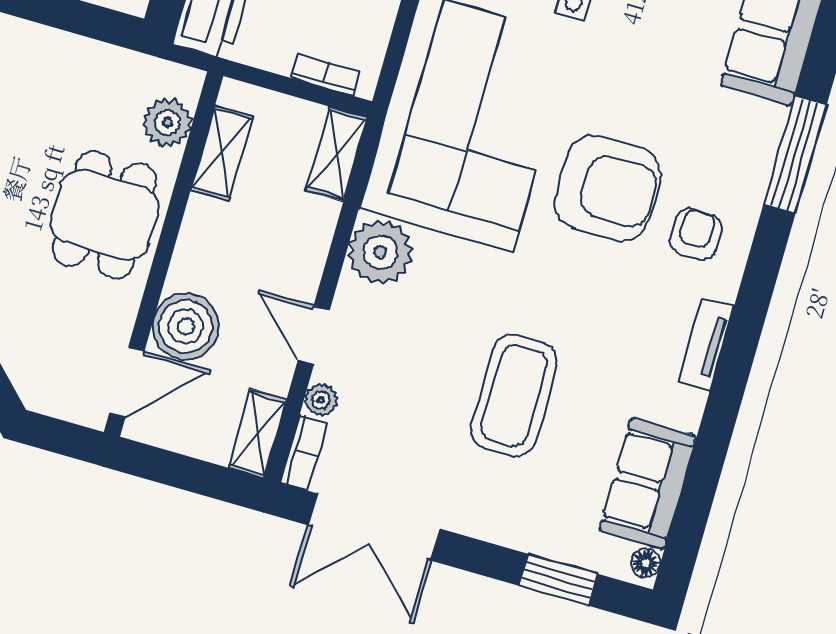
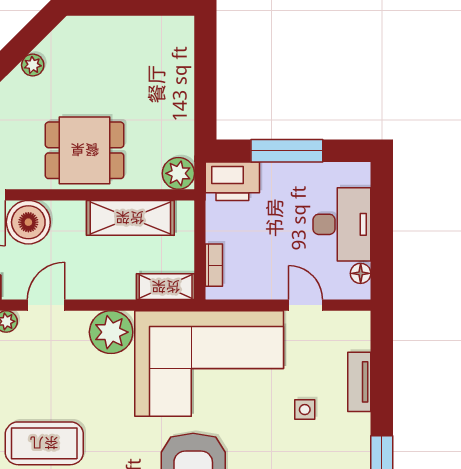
plant: (167, 122) -> (178, 173), moved
shelving: (222, 153) -> (130, 218), width x1.50, depth x1.33

